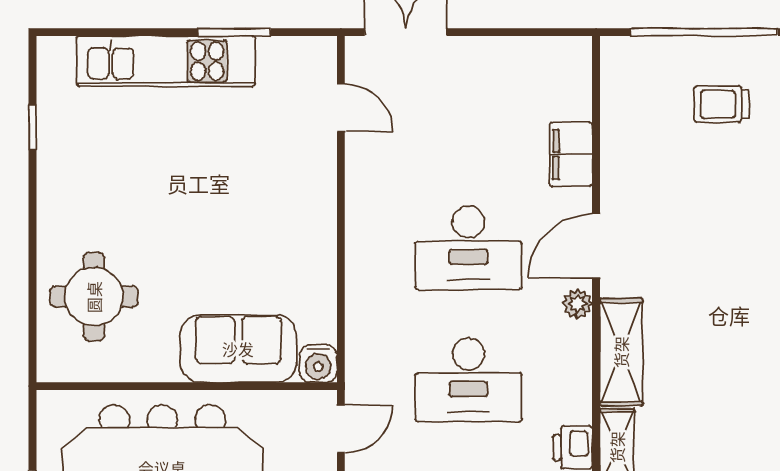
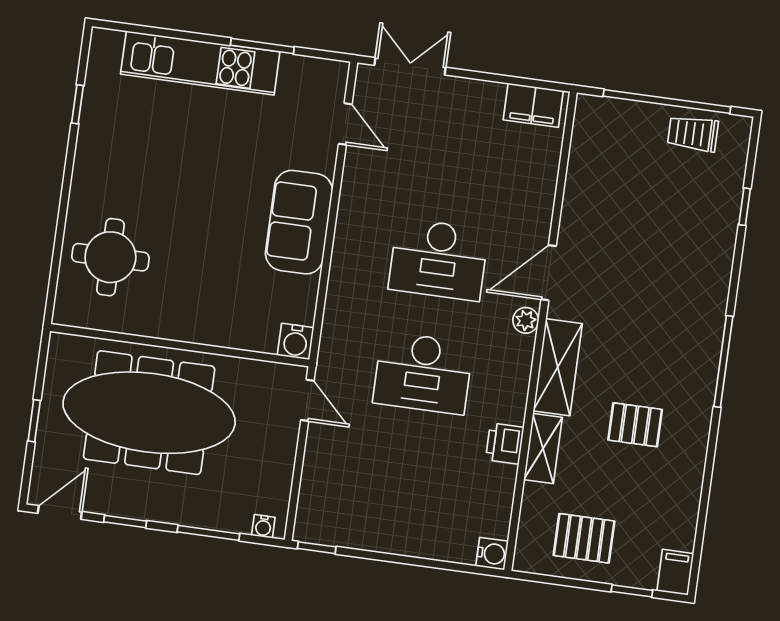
trolley: (722, 104) -> (693, 134), moved
filing cabinet: (571, 154) -> (533, 105), moved, turned -90
sofa: (238, 349) -> (299, 222), moved, turned -90
pallet: (719, 406) -> (635, 425), added
door: (341, 429) -> (307, 400), hinge flipped

